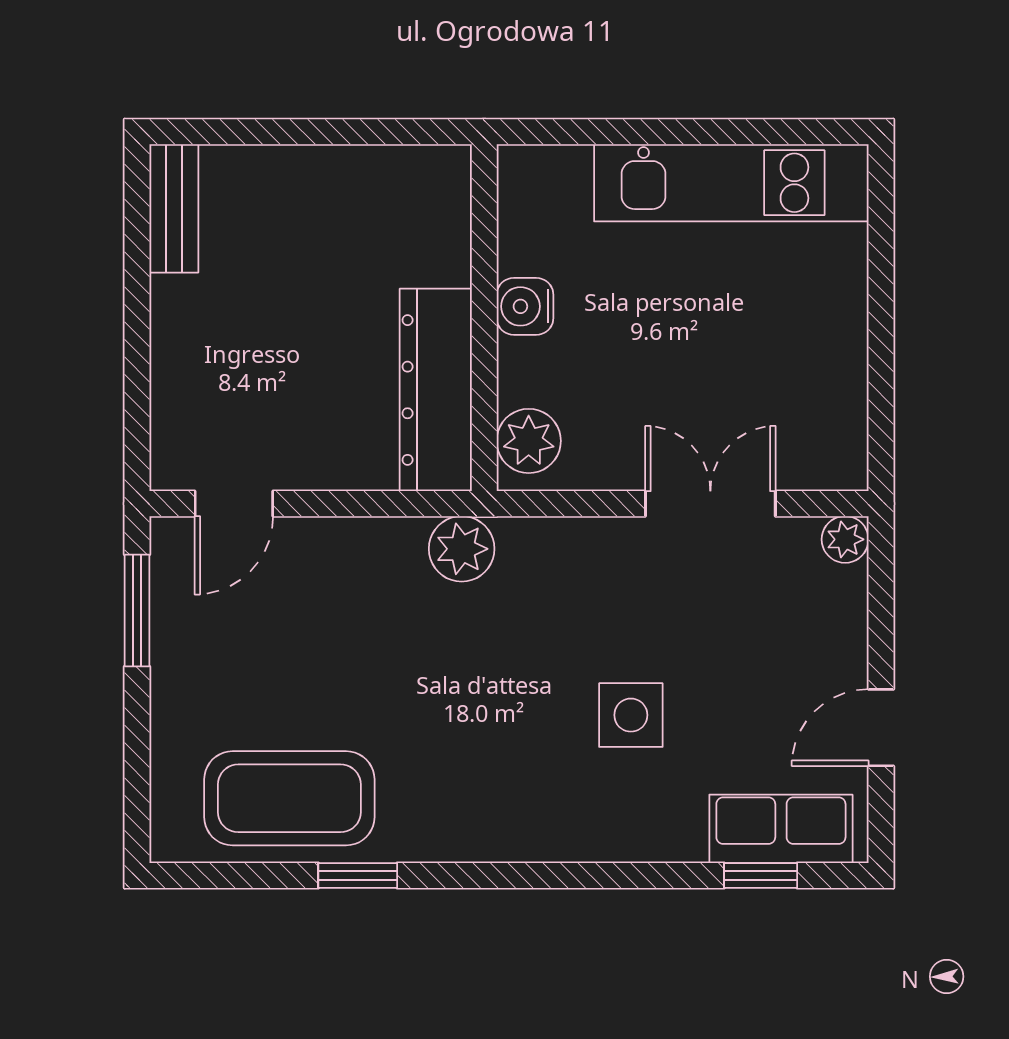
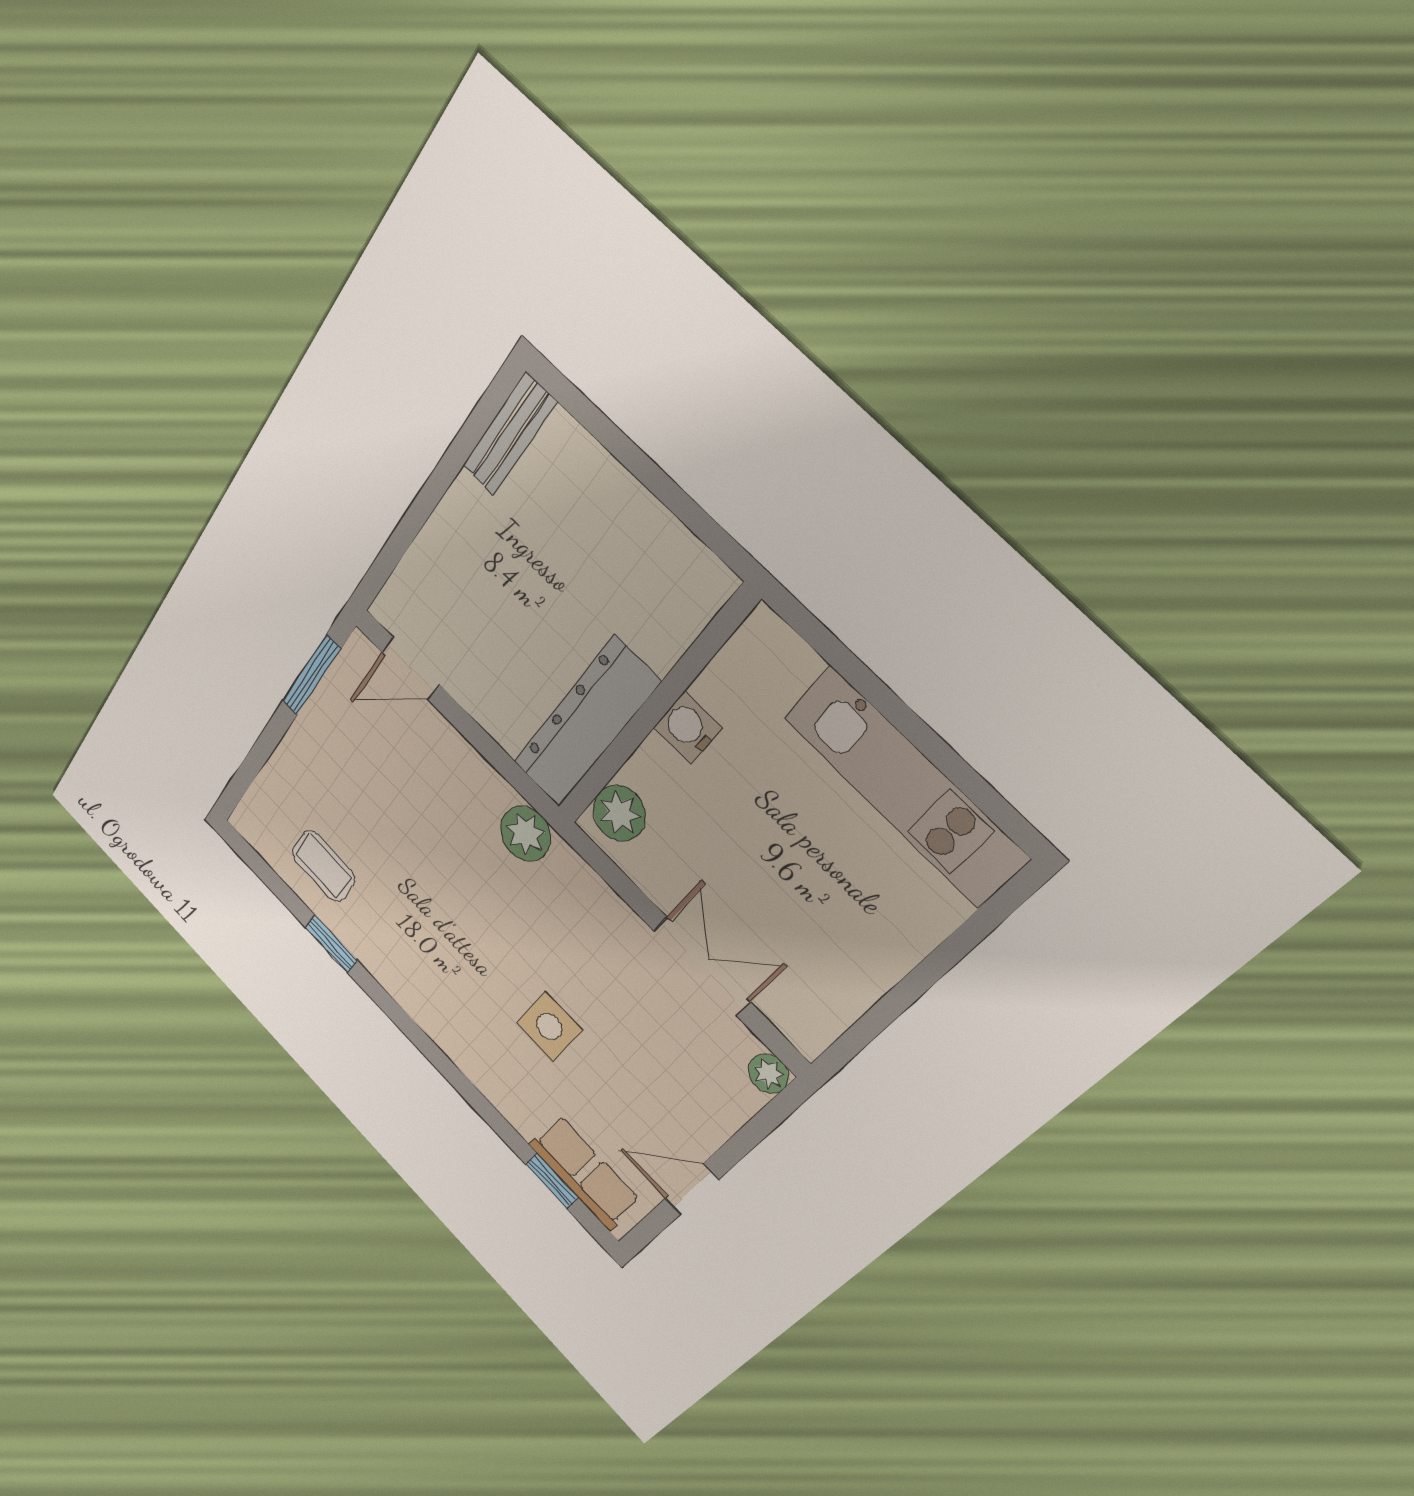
coffee table: (289, 798) -> (323, 866), width x0.54, depth x0.58

